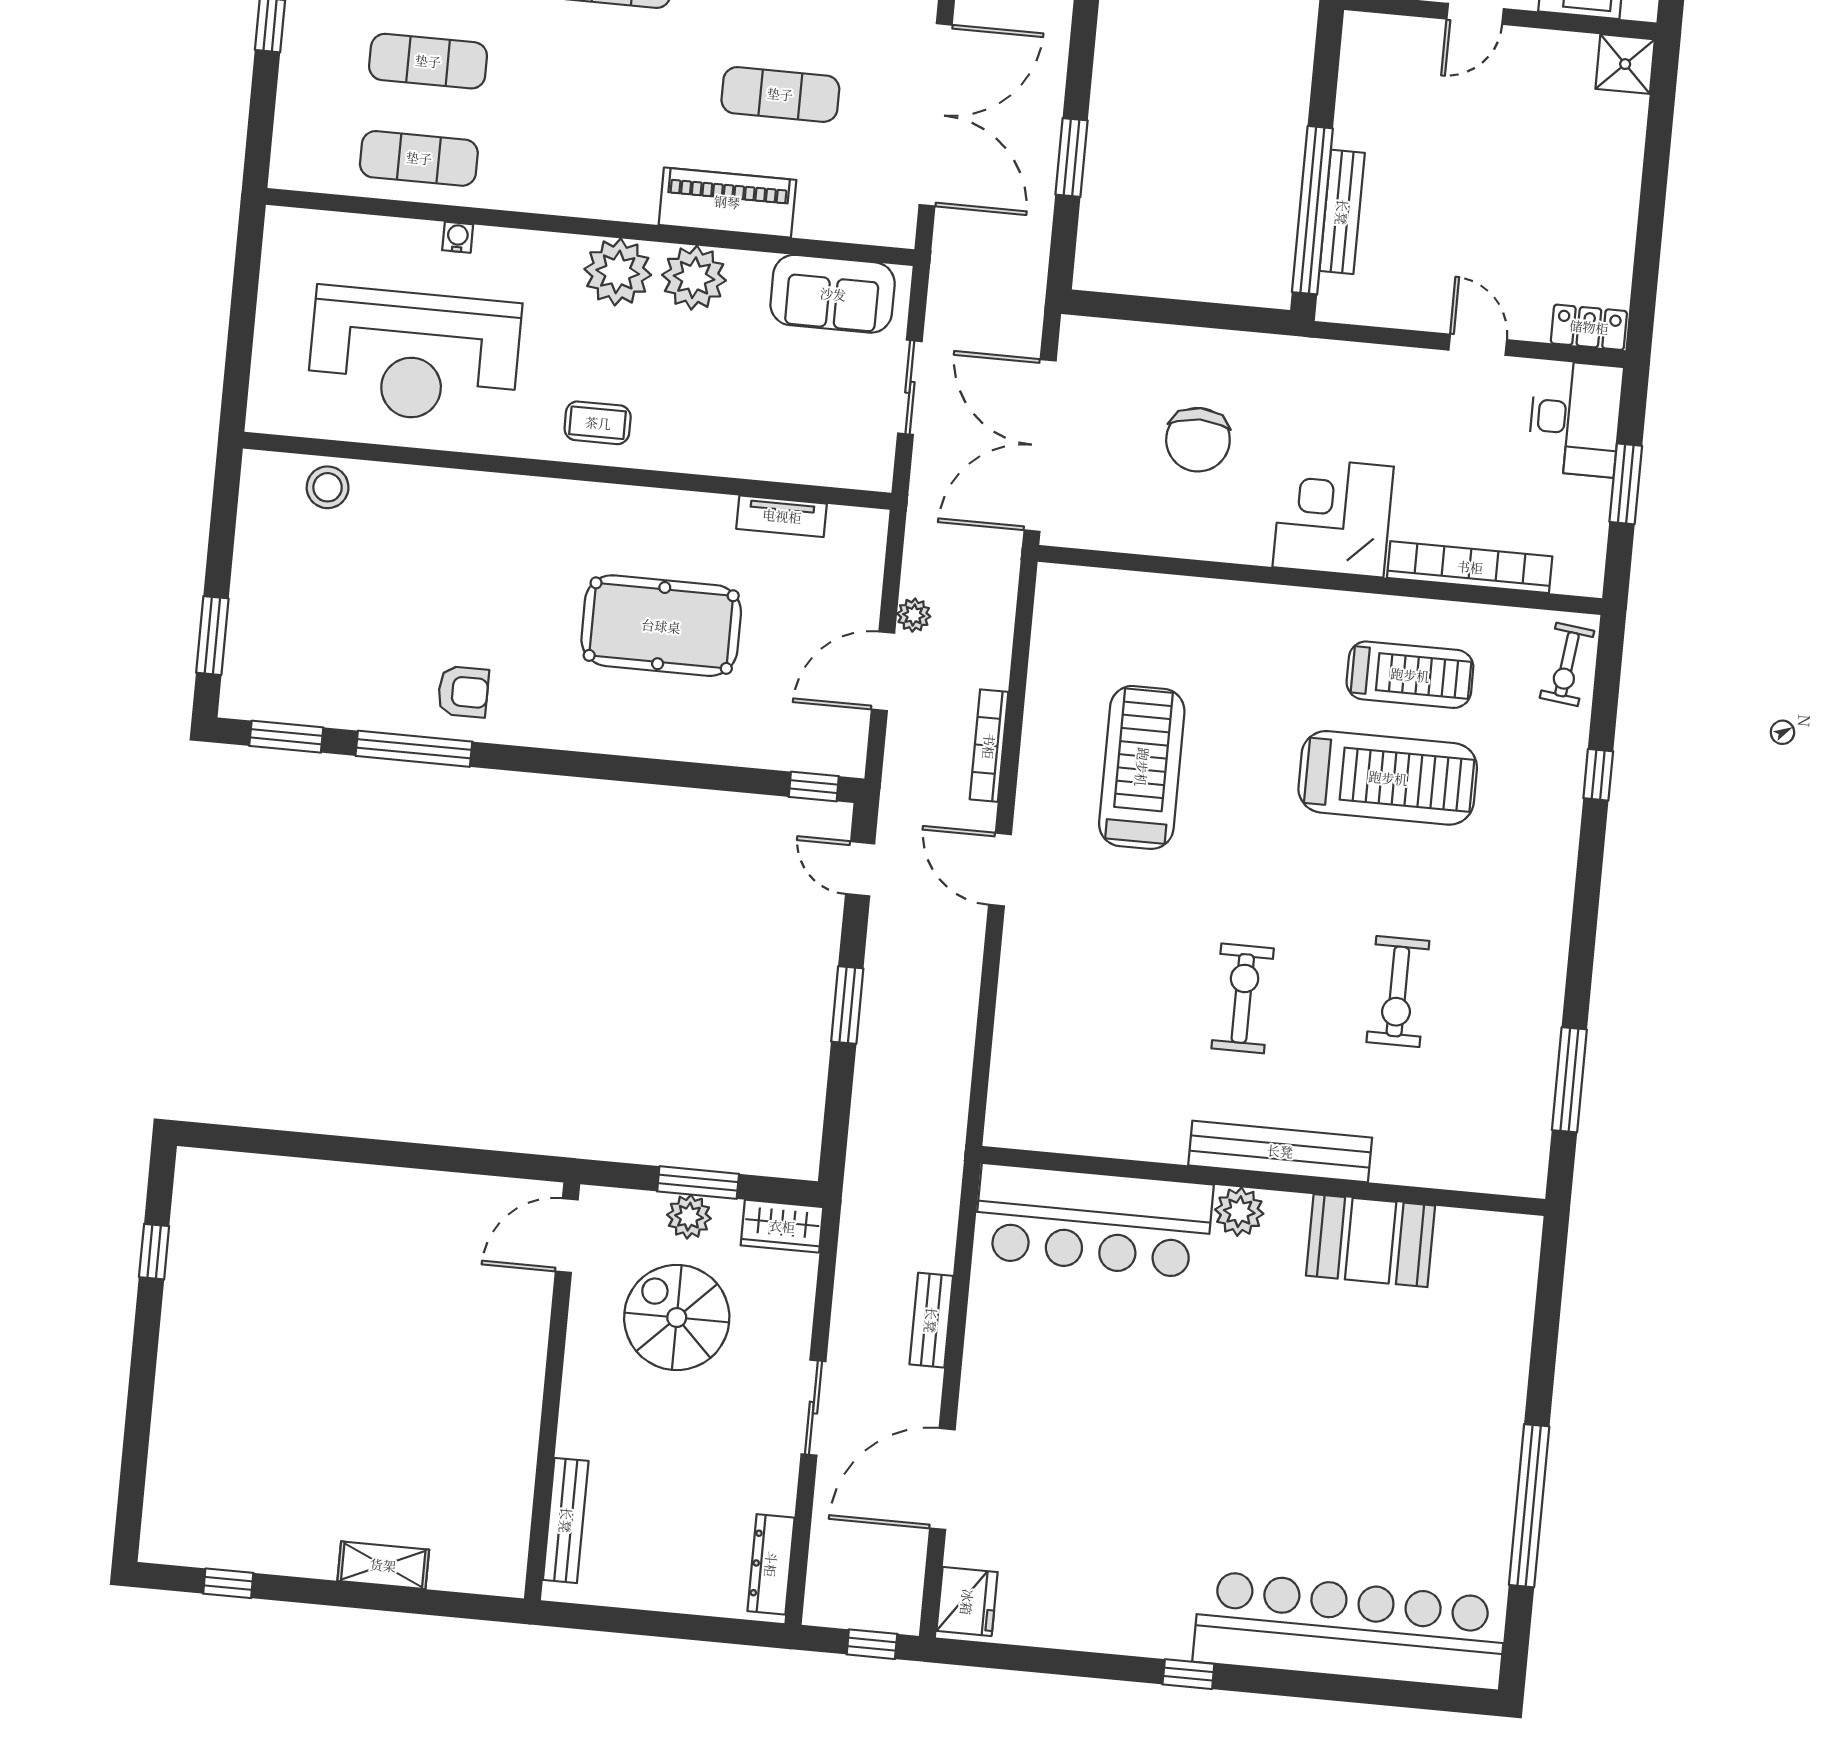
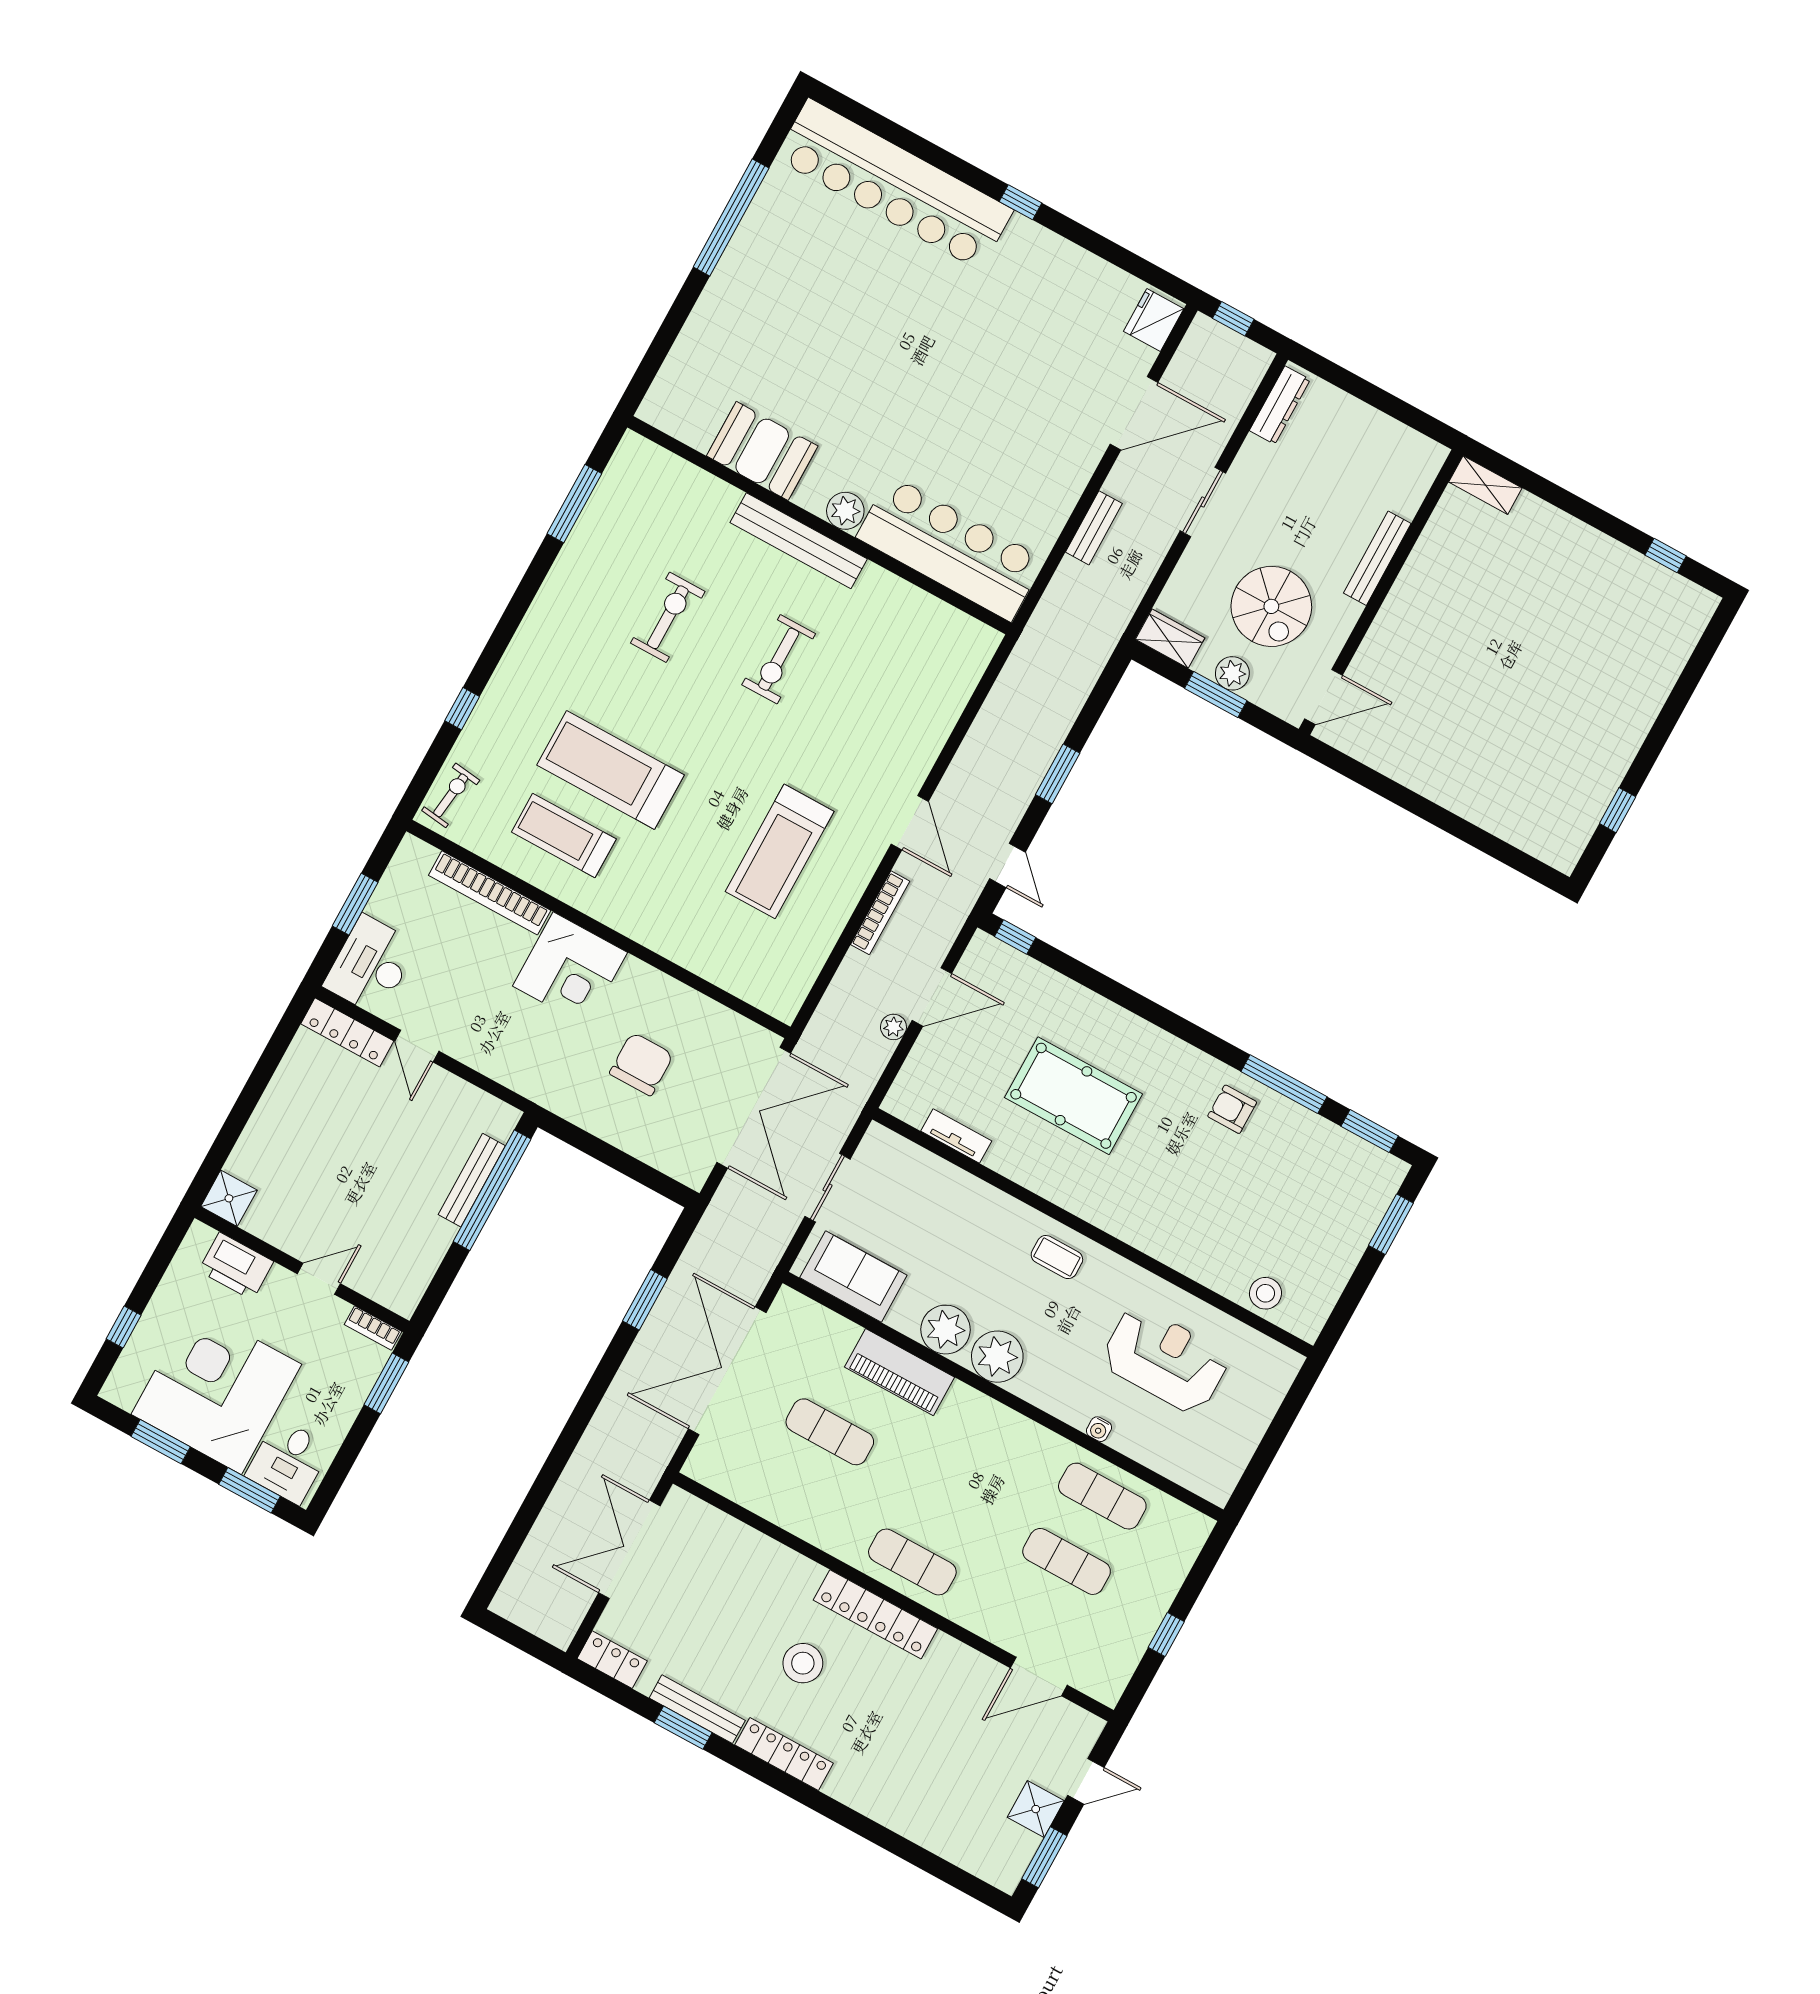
locker: (1589, 327) -> (347, 1032), width x1.53
reception desk: (414, 355) -> (1165, 1360), width x0.74, depth x0.77
bench: (566, 1520) -> (1377, 558), moved
shelving: (383, 1565) -> (1485, 485), moved

